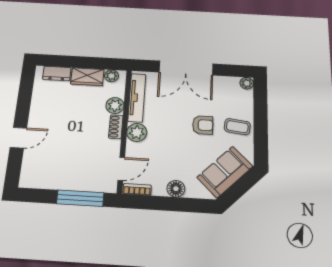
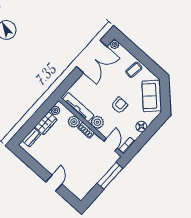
double door: (186, 68) -> (92, 57), moved
armchair: (203, 125) -> (119, 105), moved

